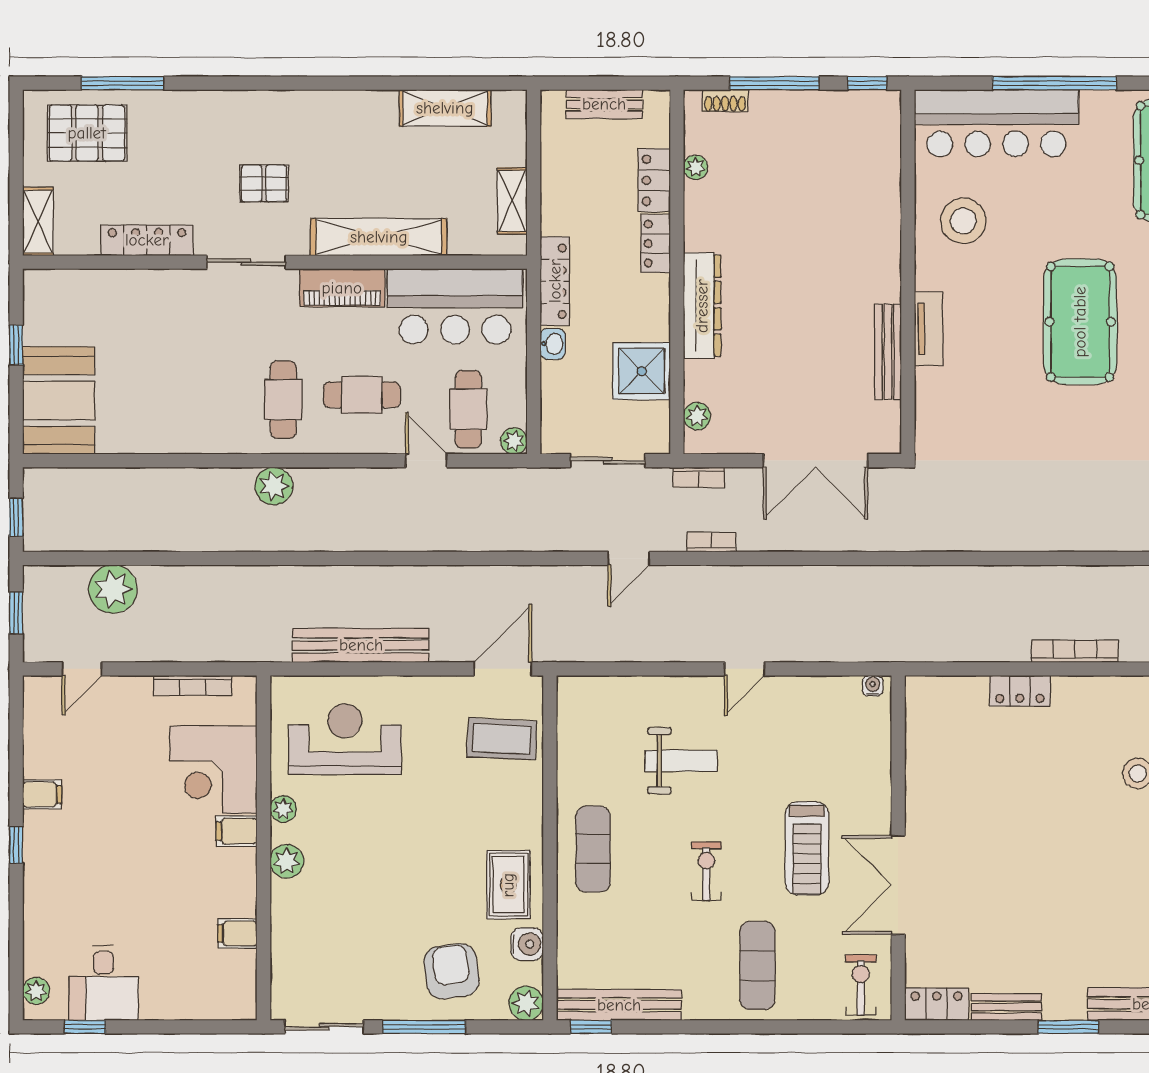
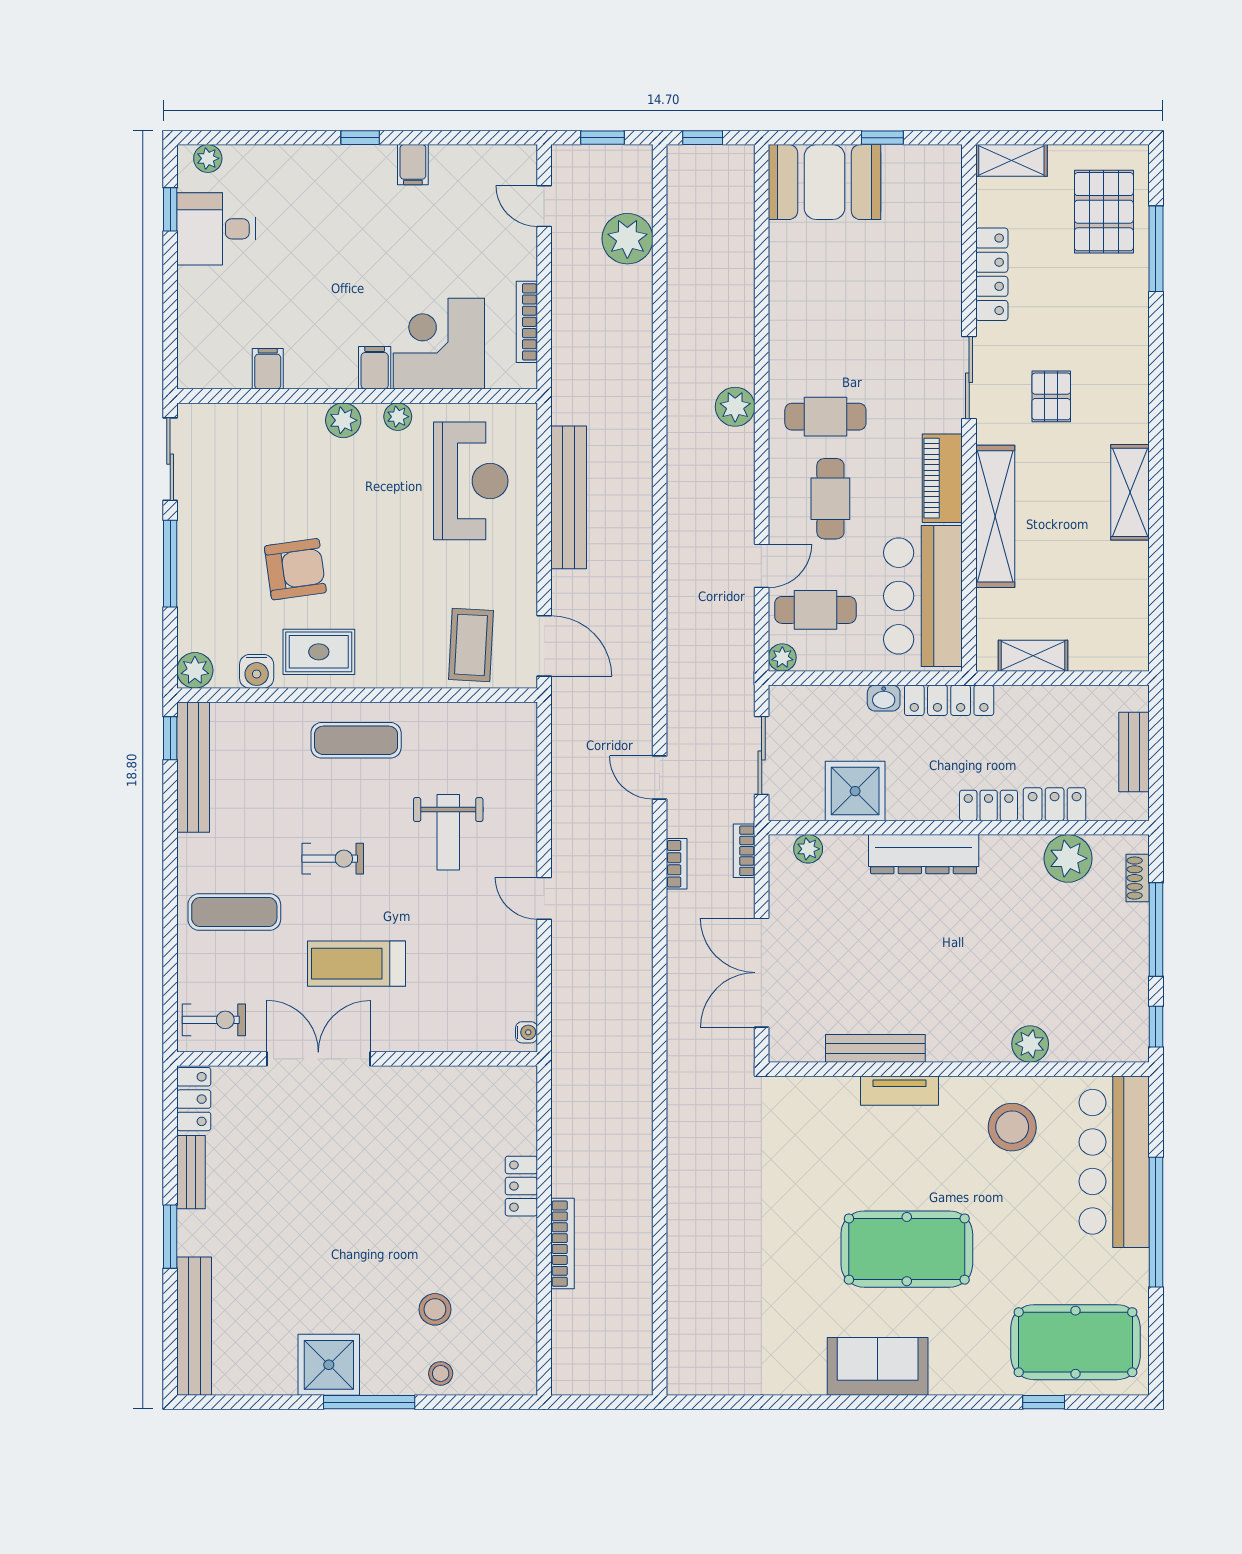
shelving: (445, 108) -> (1130, 492), moved
plant: (695, 167) -> (1068, 858), width x1.88, depth x1.88
plant: (884, 204) -> (1030, 1044), added
armchair: (452, 971) -> (295, 569), moved

